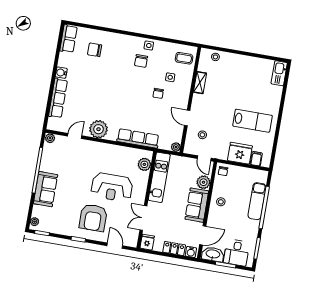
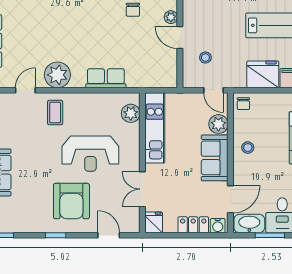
row of seats: (138, 138) -> (106, 78), width x0.68
plant: (176, 147) -> (171, 17), moved
coffee table: (92, 155) -> (55, 113), added

